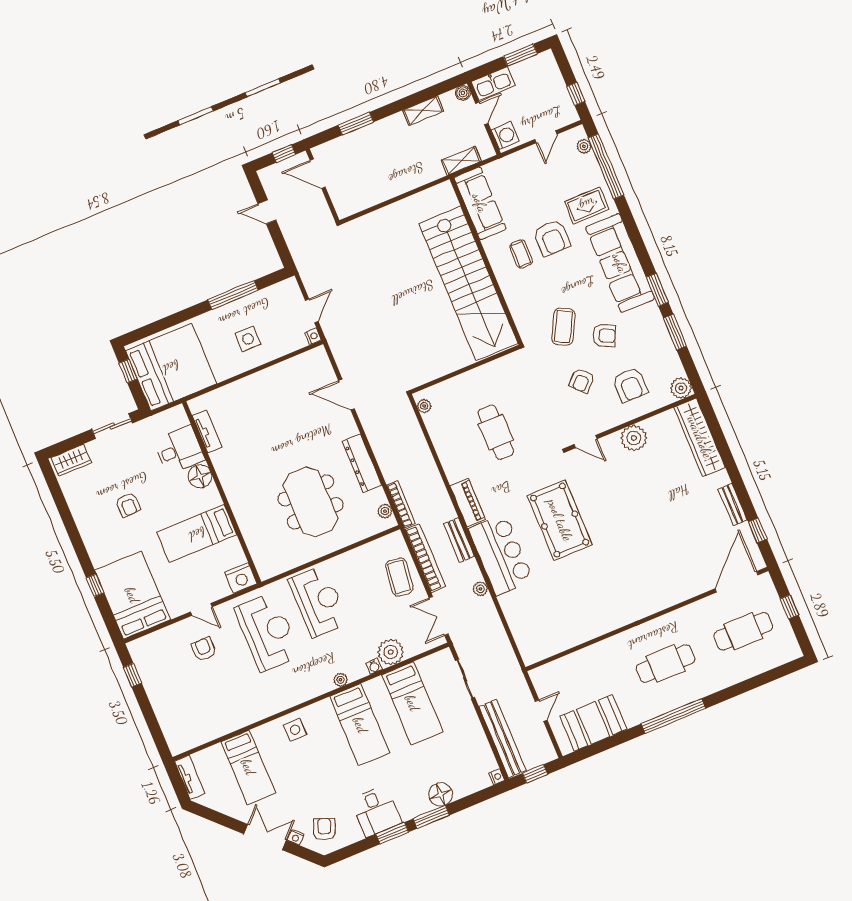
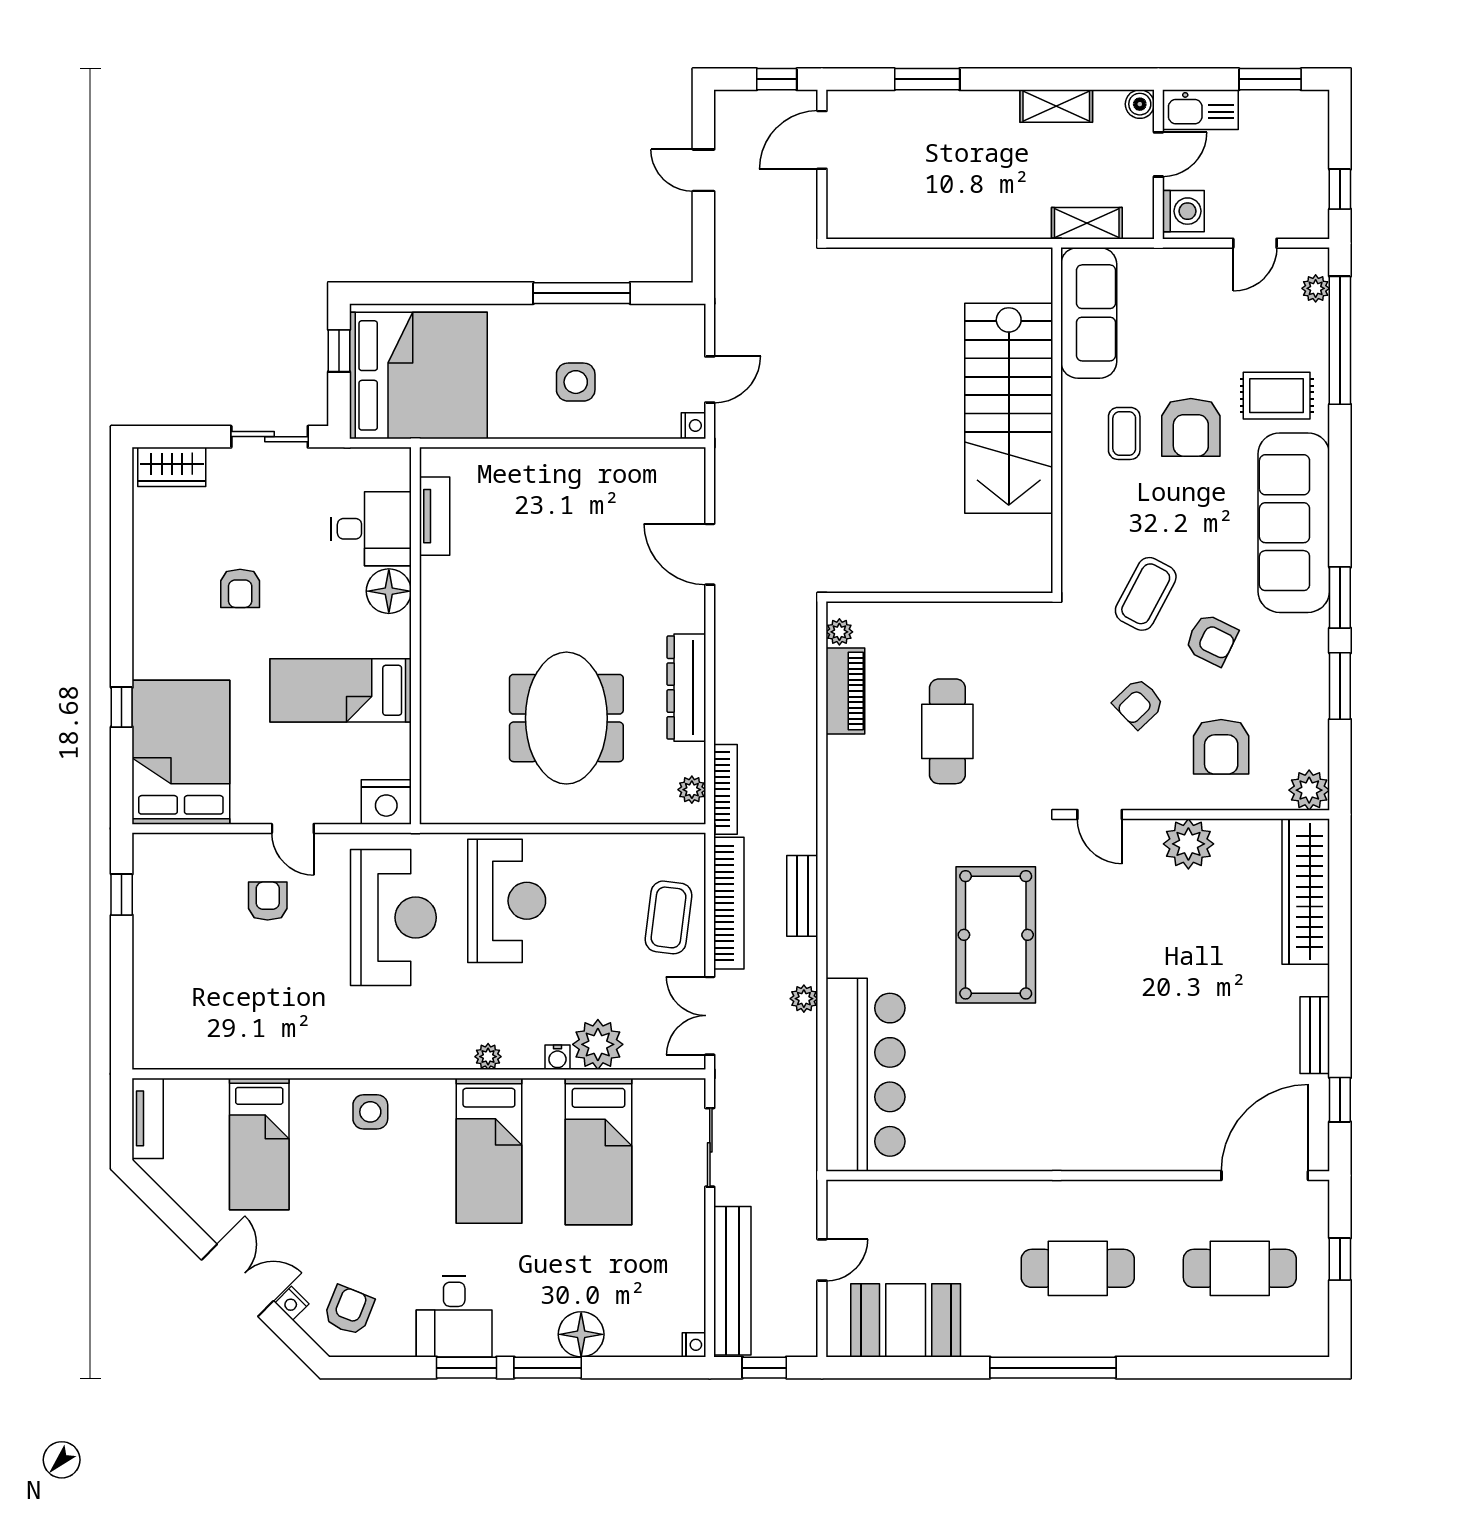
door: (318, 174) -> (822, 140), hinge flipped
stairs: (468, 283) -> (1009, 408), width x0.73
piano: (468, 503) -> (845, 691), moved
bar counter: (501, 555) -> (865, 1075), moved, width x1.36

